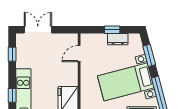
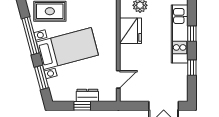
dresser: (118, 39) -> (87, 95), moved
window: (12, 54) -> (192, 68), moved

